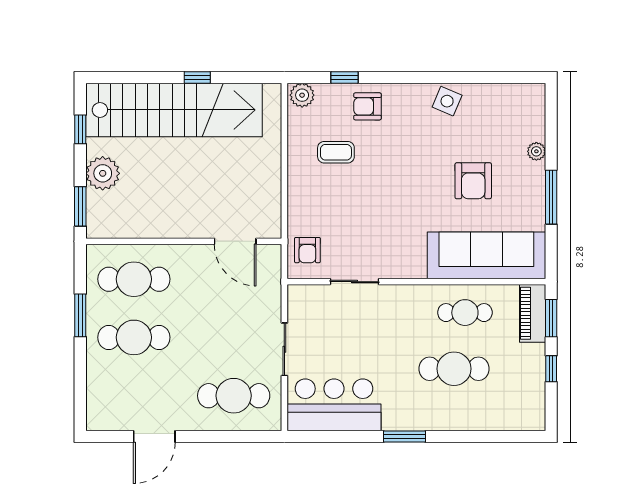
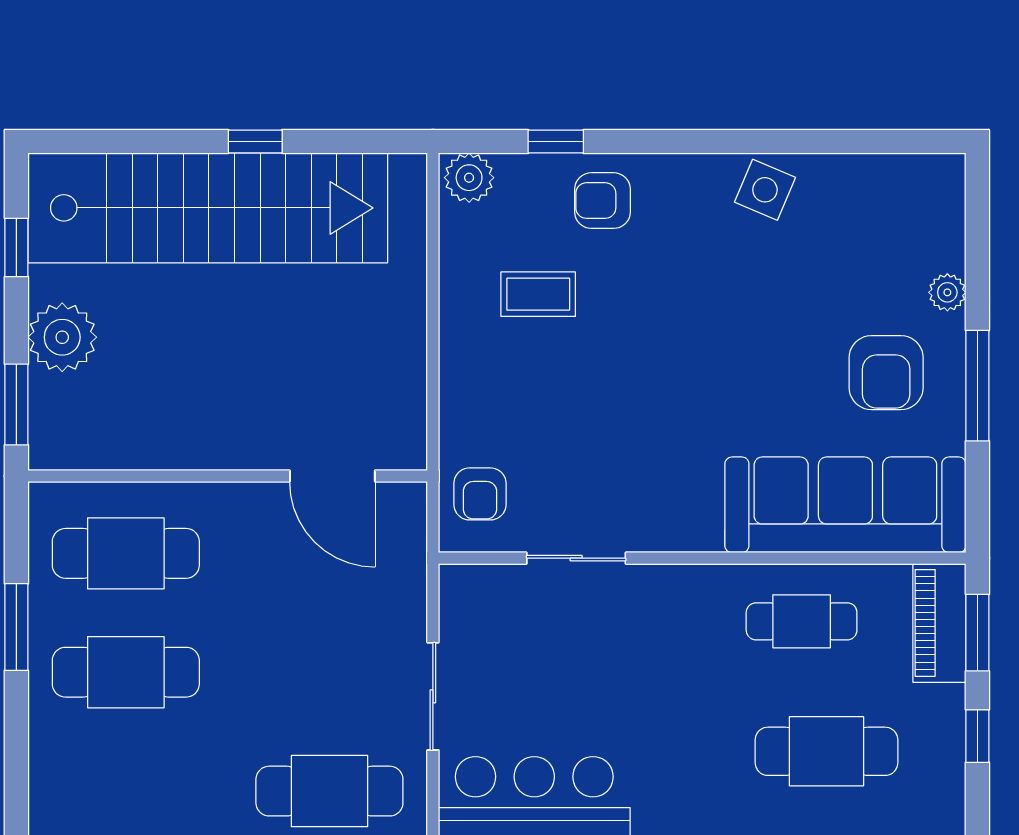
armchair: (473, 181) -> (886, 373), moved
cafe table: (454, 369) -> (826, 751), moved

